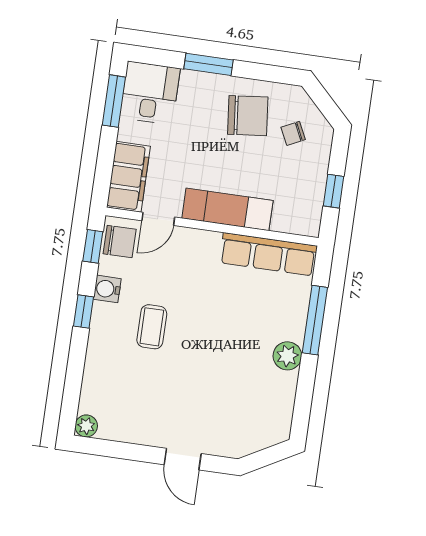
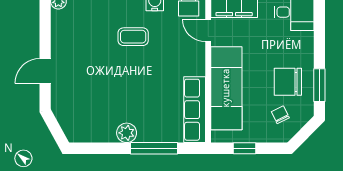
window: (208, 64) -> (319, 85), moved
chair: (248, 116) -> (288, 82), turned 96
exam couch: (227, 209) -> (226, 88), width x1.36, depth x1.45

